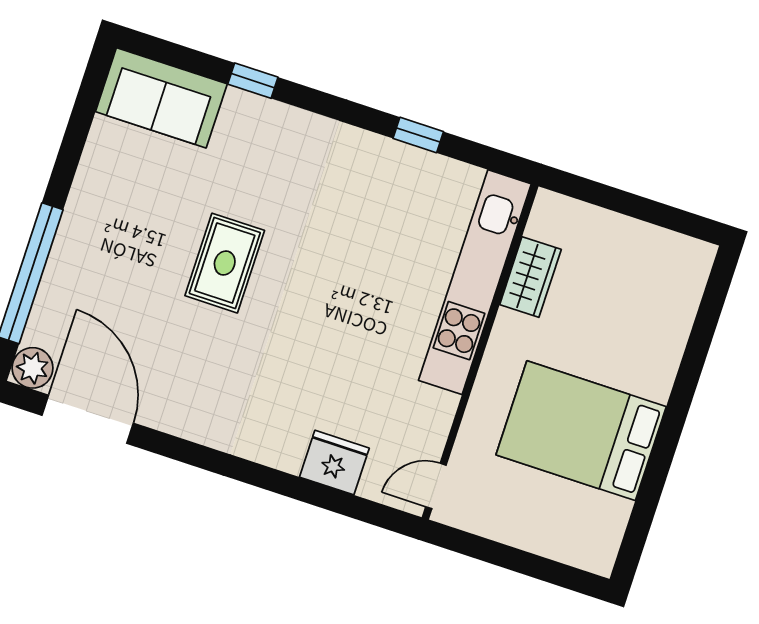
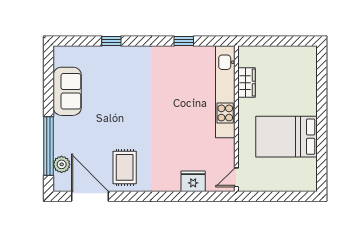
sofa: (161, 98) -> (67, 91), moved, turned -90
rug: (225, 263) -> (125, 167), moved
plant: (33, 368) -> (62, 164), moved

